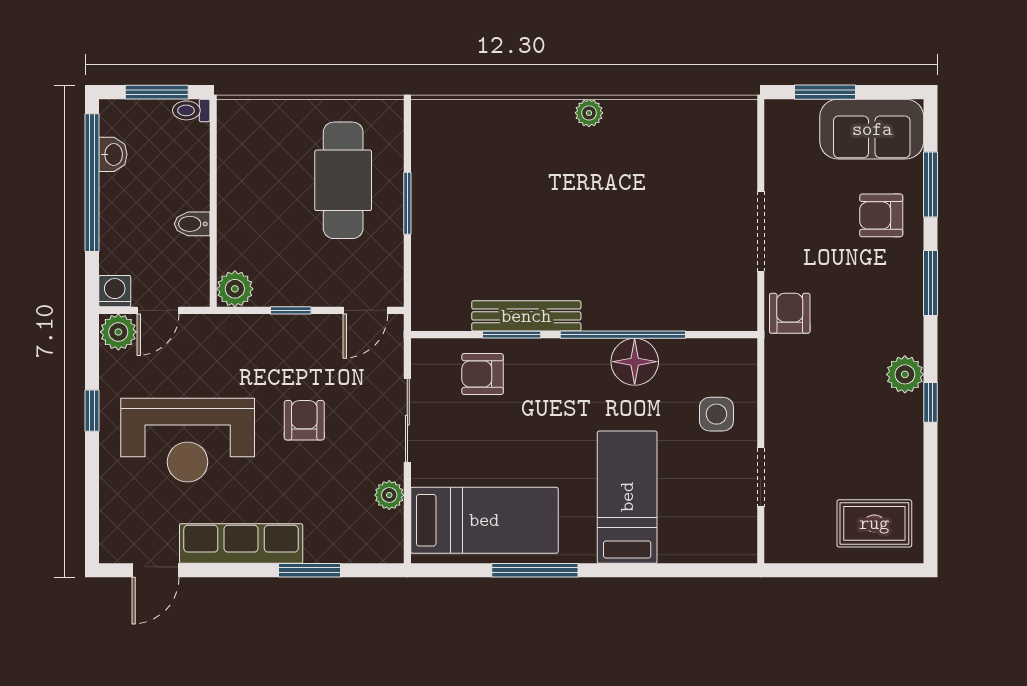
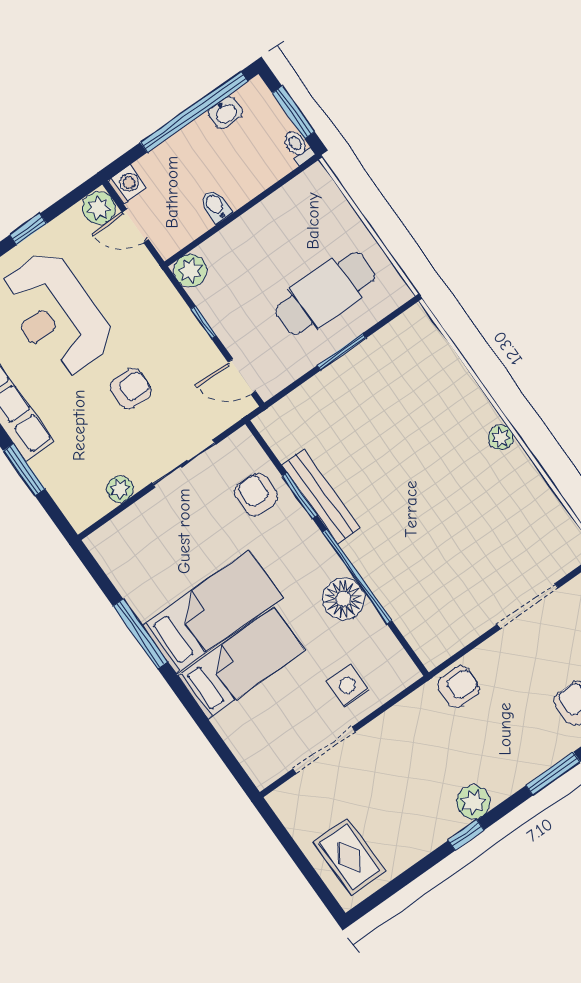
doorway: (761, 231) -> (528, 606), moved
doorway: (761, 477) -> (324, 750), width x1.38
bed: (484, 520) -> (212, 612), moved, turned -90

